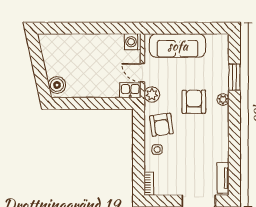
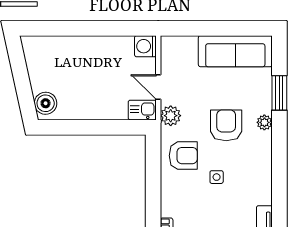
sofa: (178, 46) -> (235, 51), moved
armchair: (161, 125) -> (183, 156), turned -82
side table: (157, 150) -> (217, 177), moved

